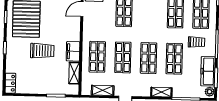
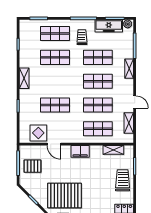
trolley: (42, 51) -> (123, 180), moved
filing cabinet: (73, 51) -> (80, 151), moved

